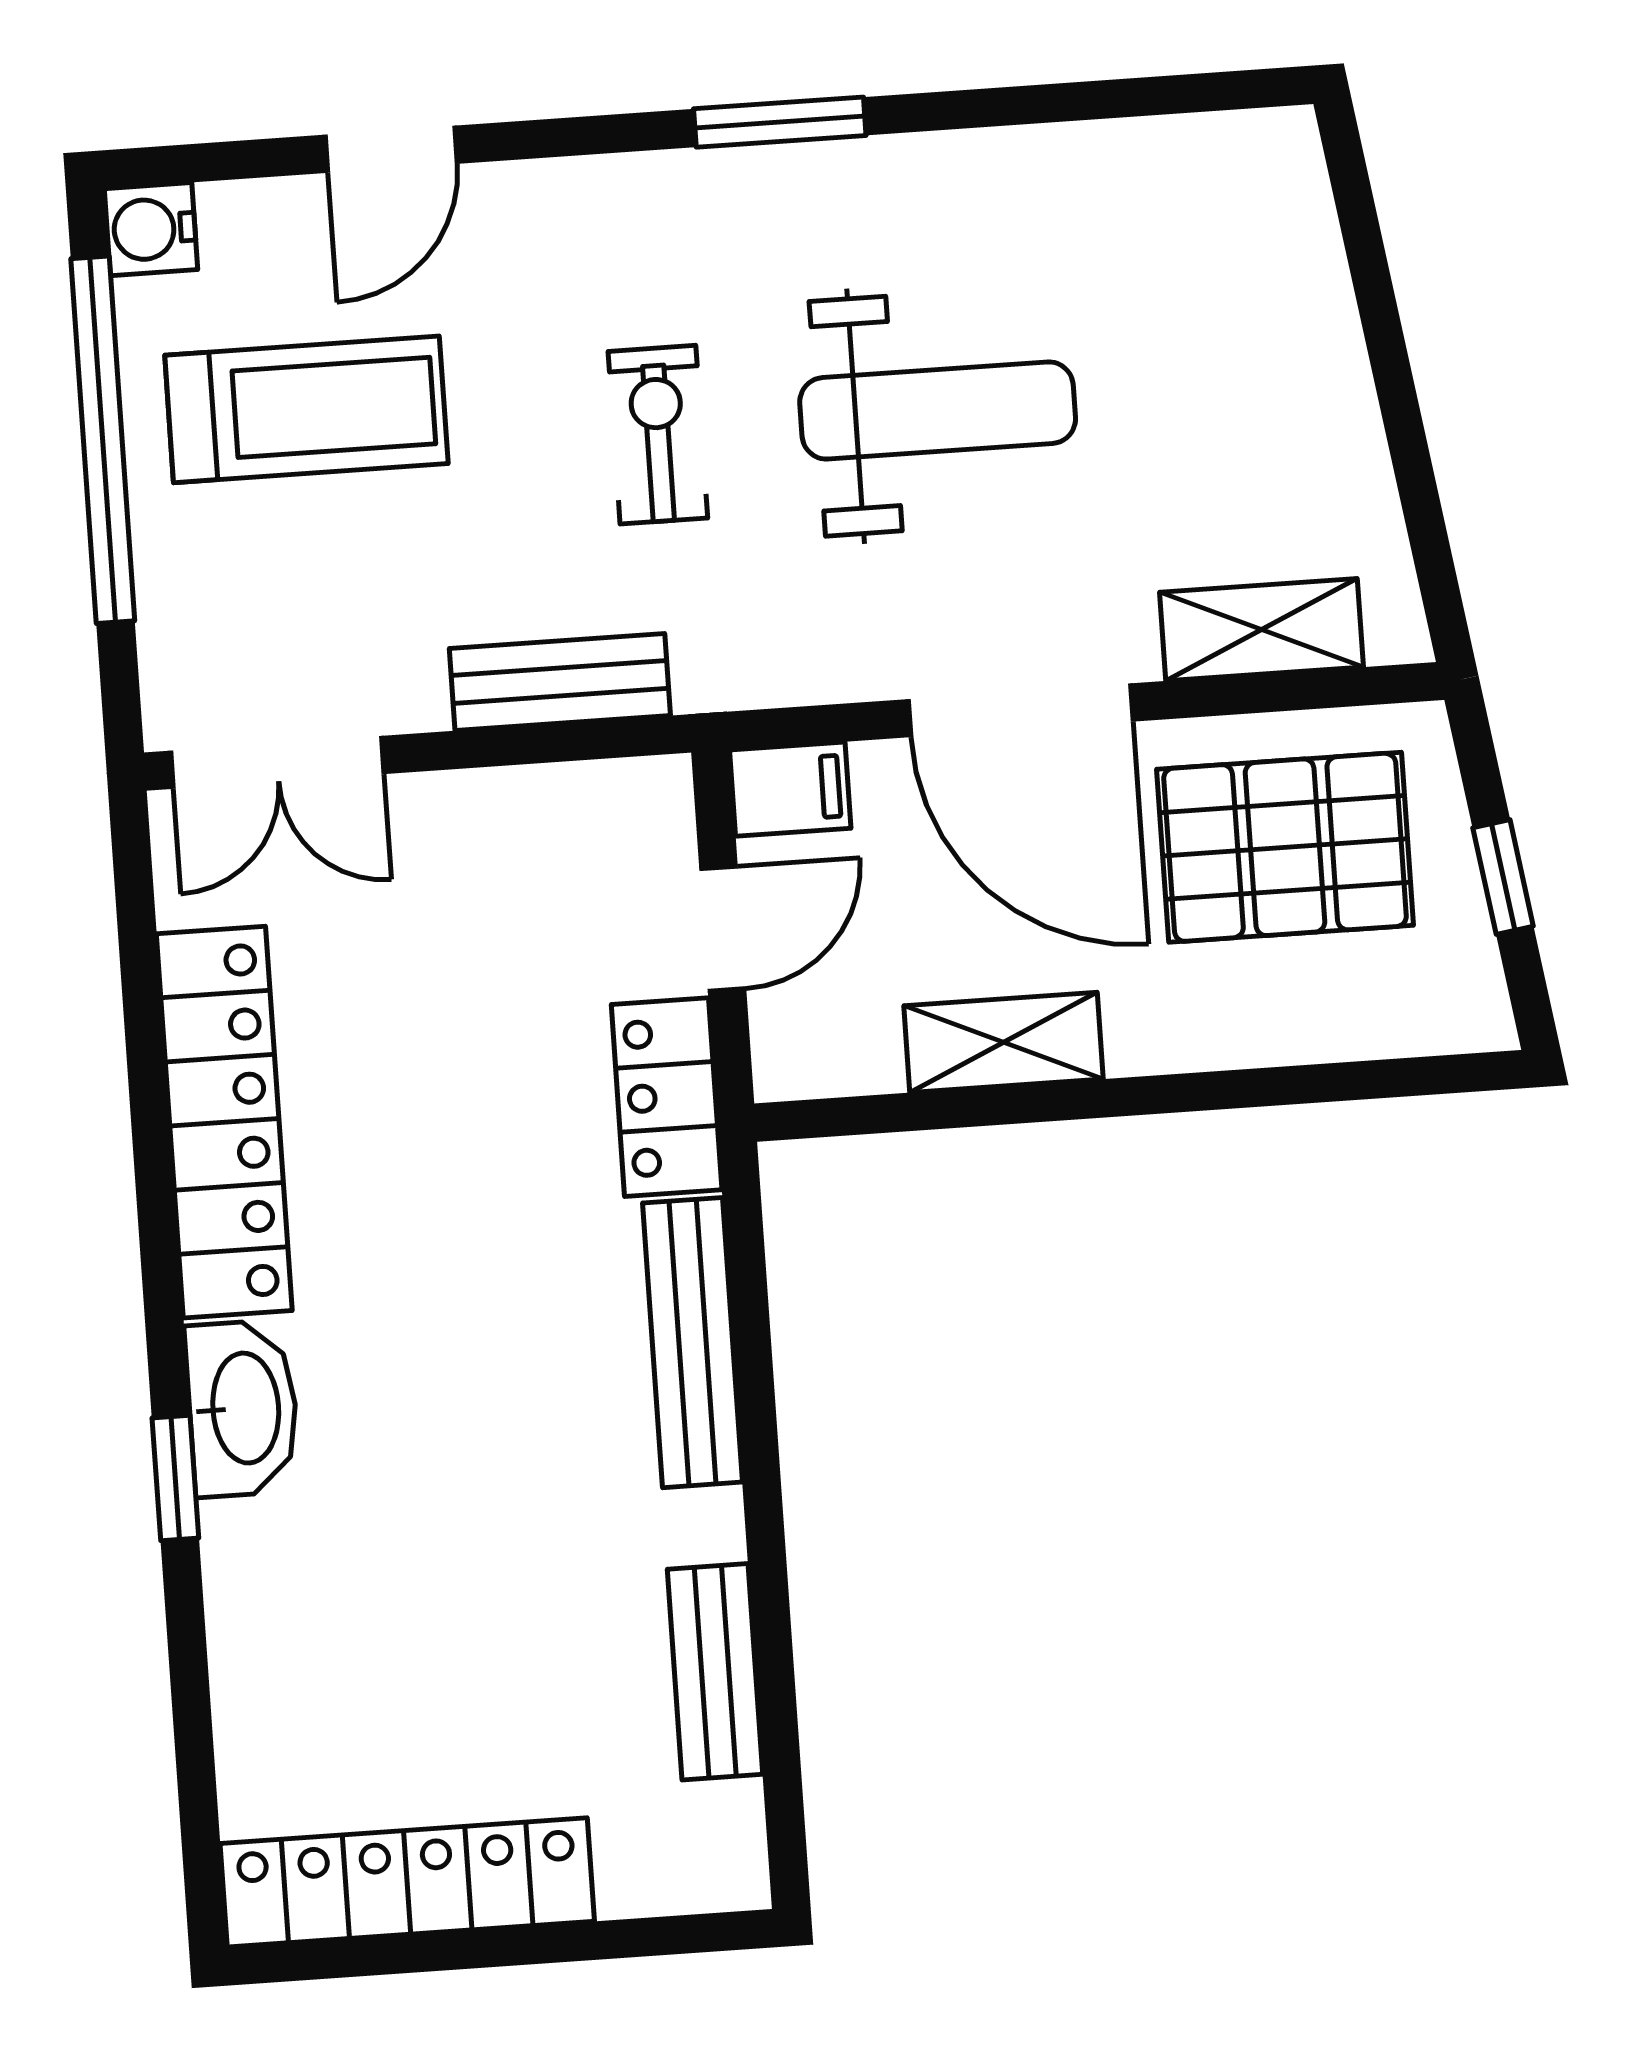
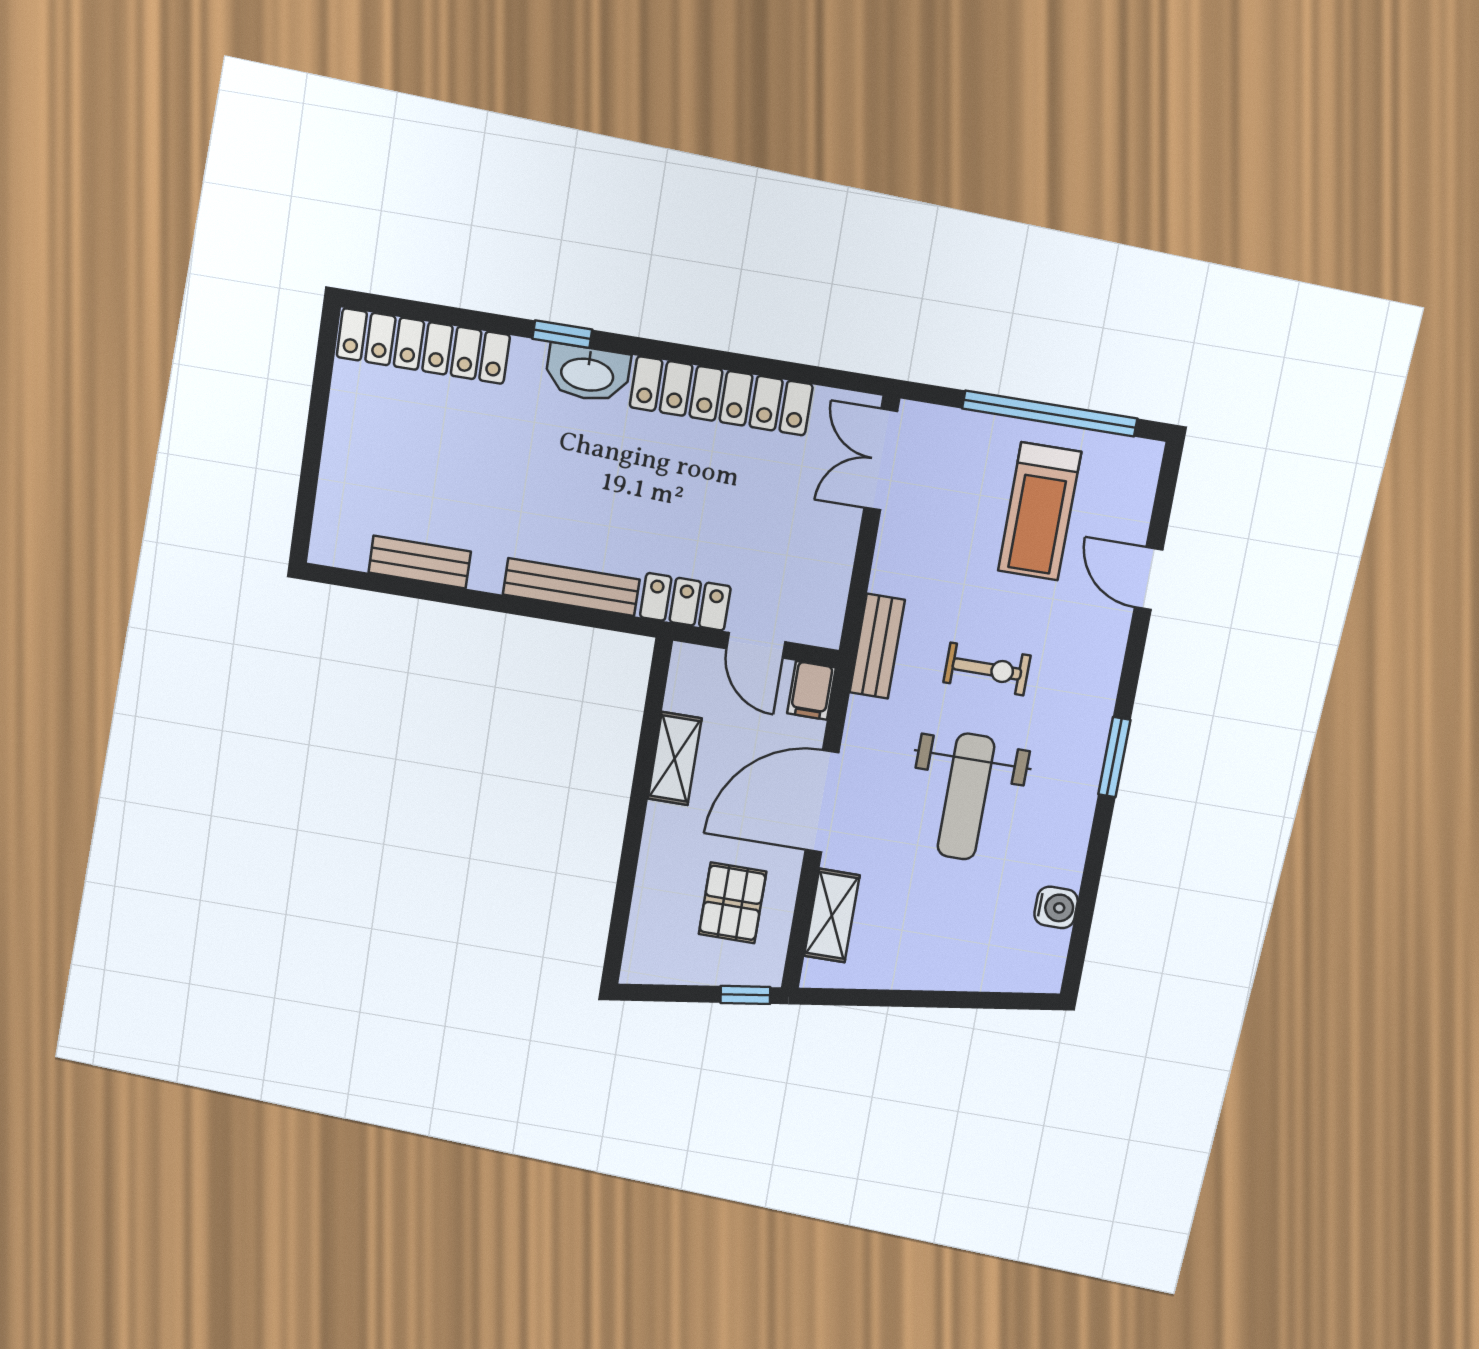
water cooler: (151, 229) -> (1056, 907), moved, turned 90
bench: (560, 682) -> (877, 646), moved
pallet: (1285, 847) -> (732, 903), width x0.67, depth x0.71
window: (1503, 877) -> (745, 995), moved
locker: (407, 1882) -> (423, 346), moved, turned 90

